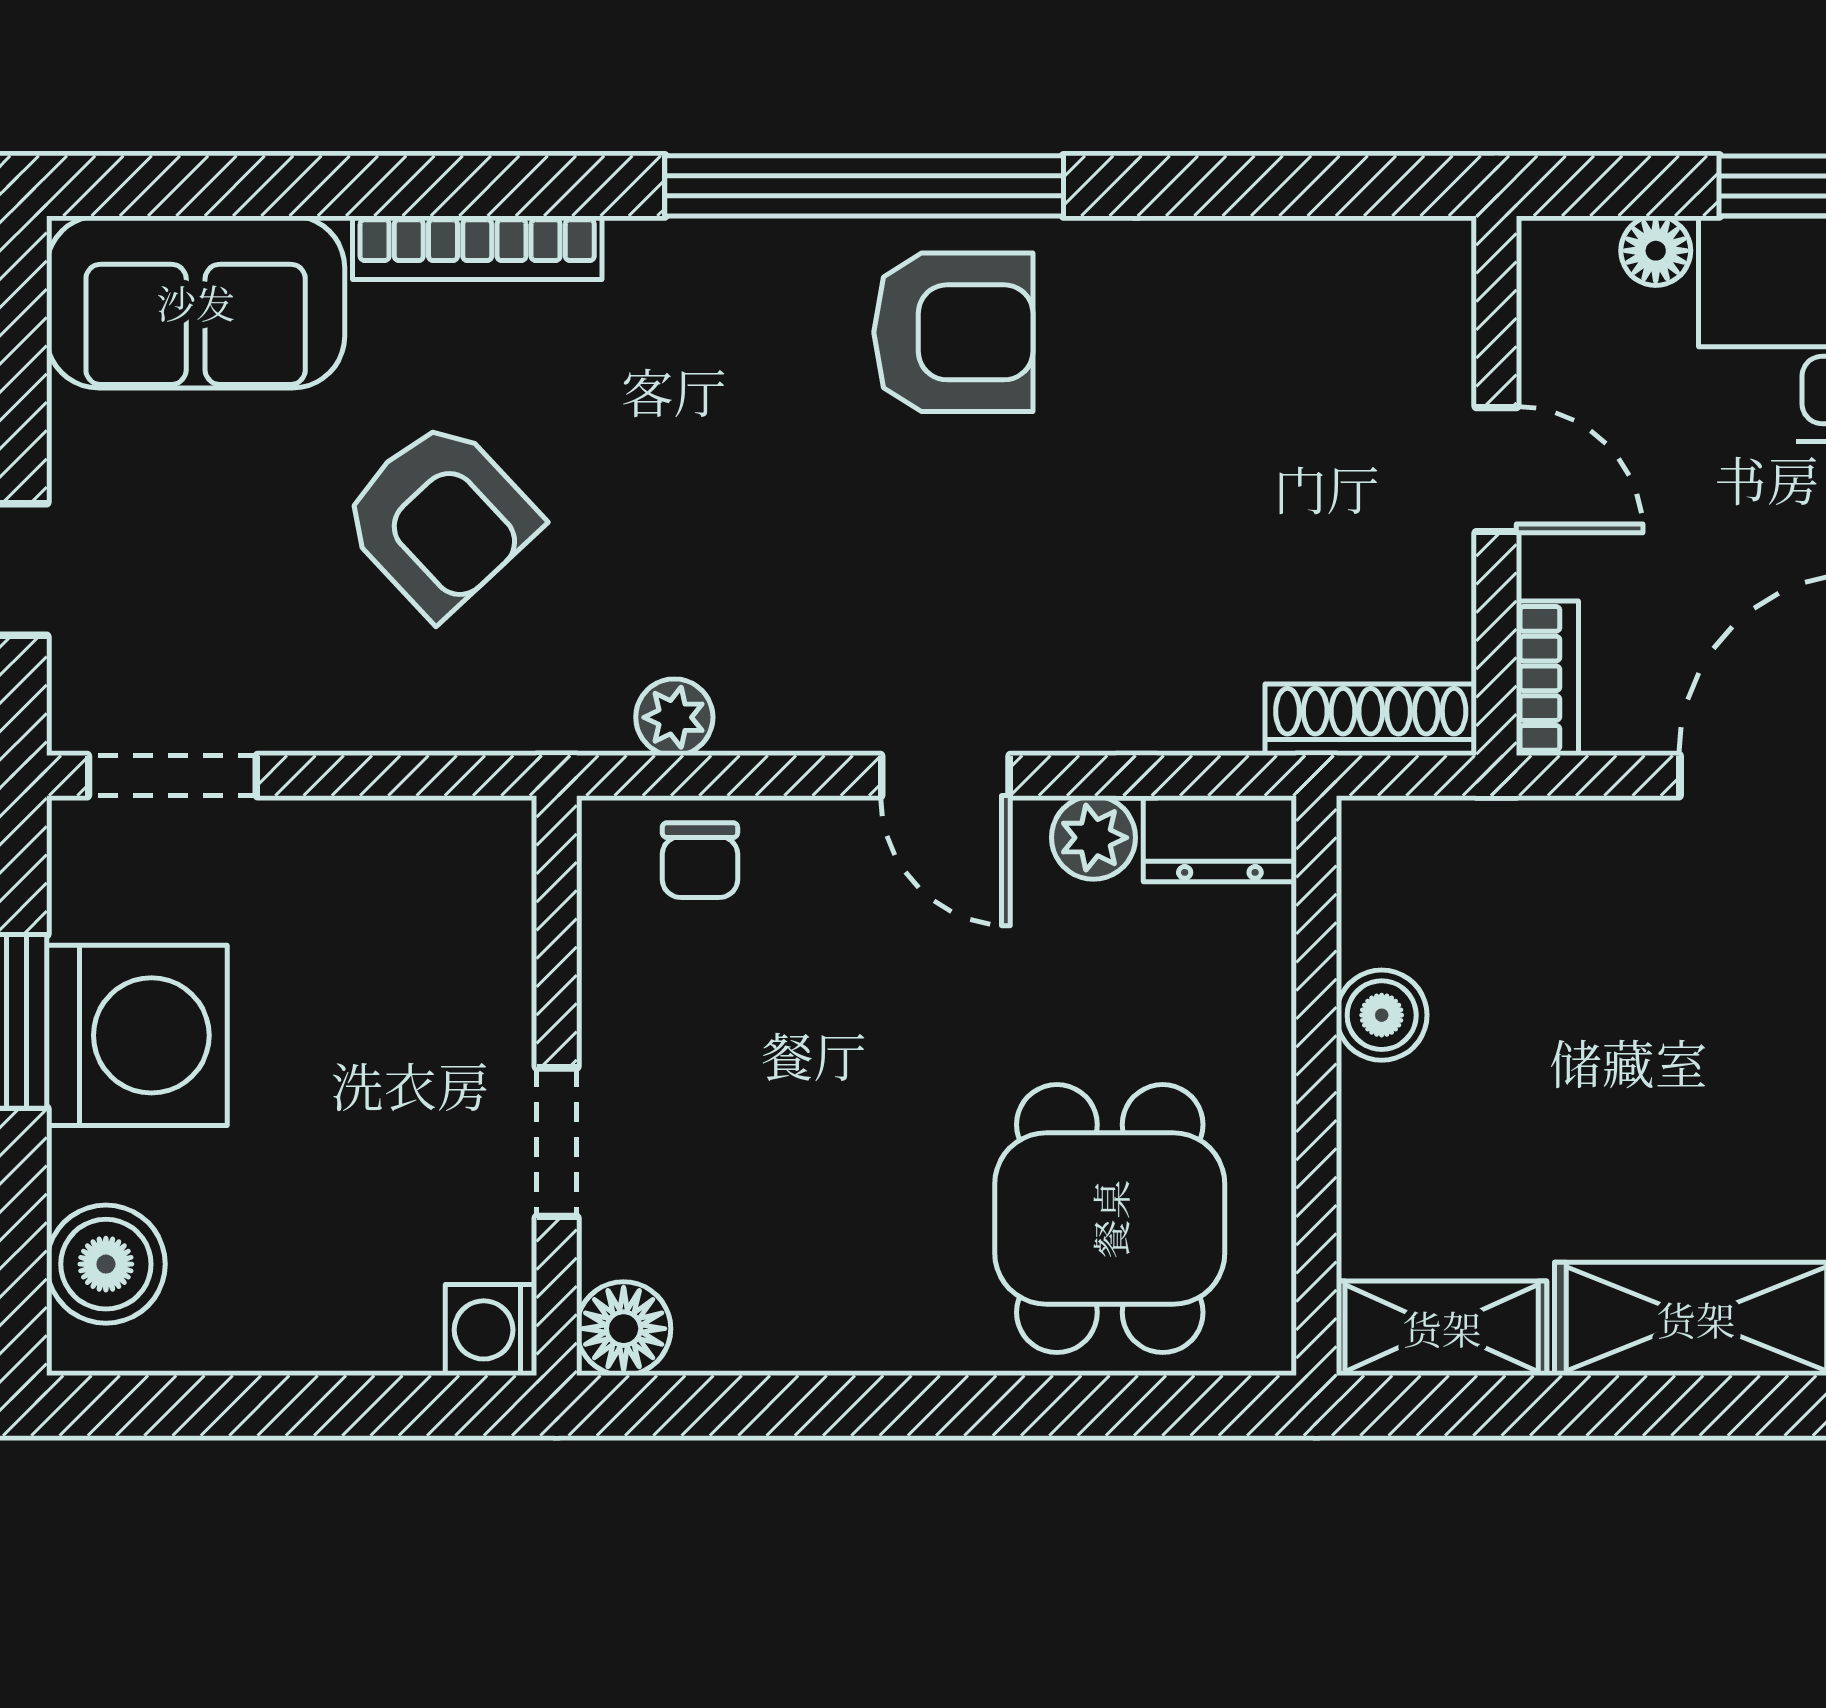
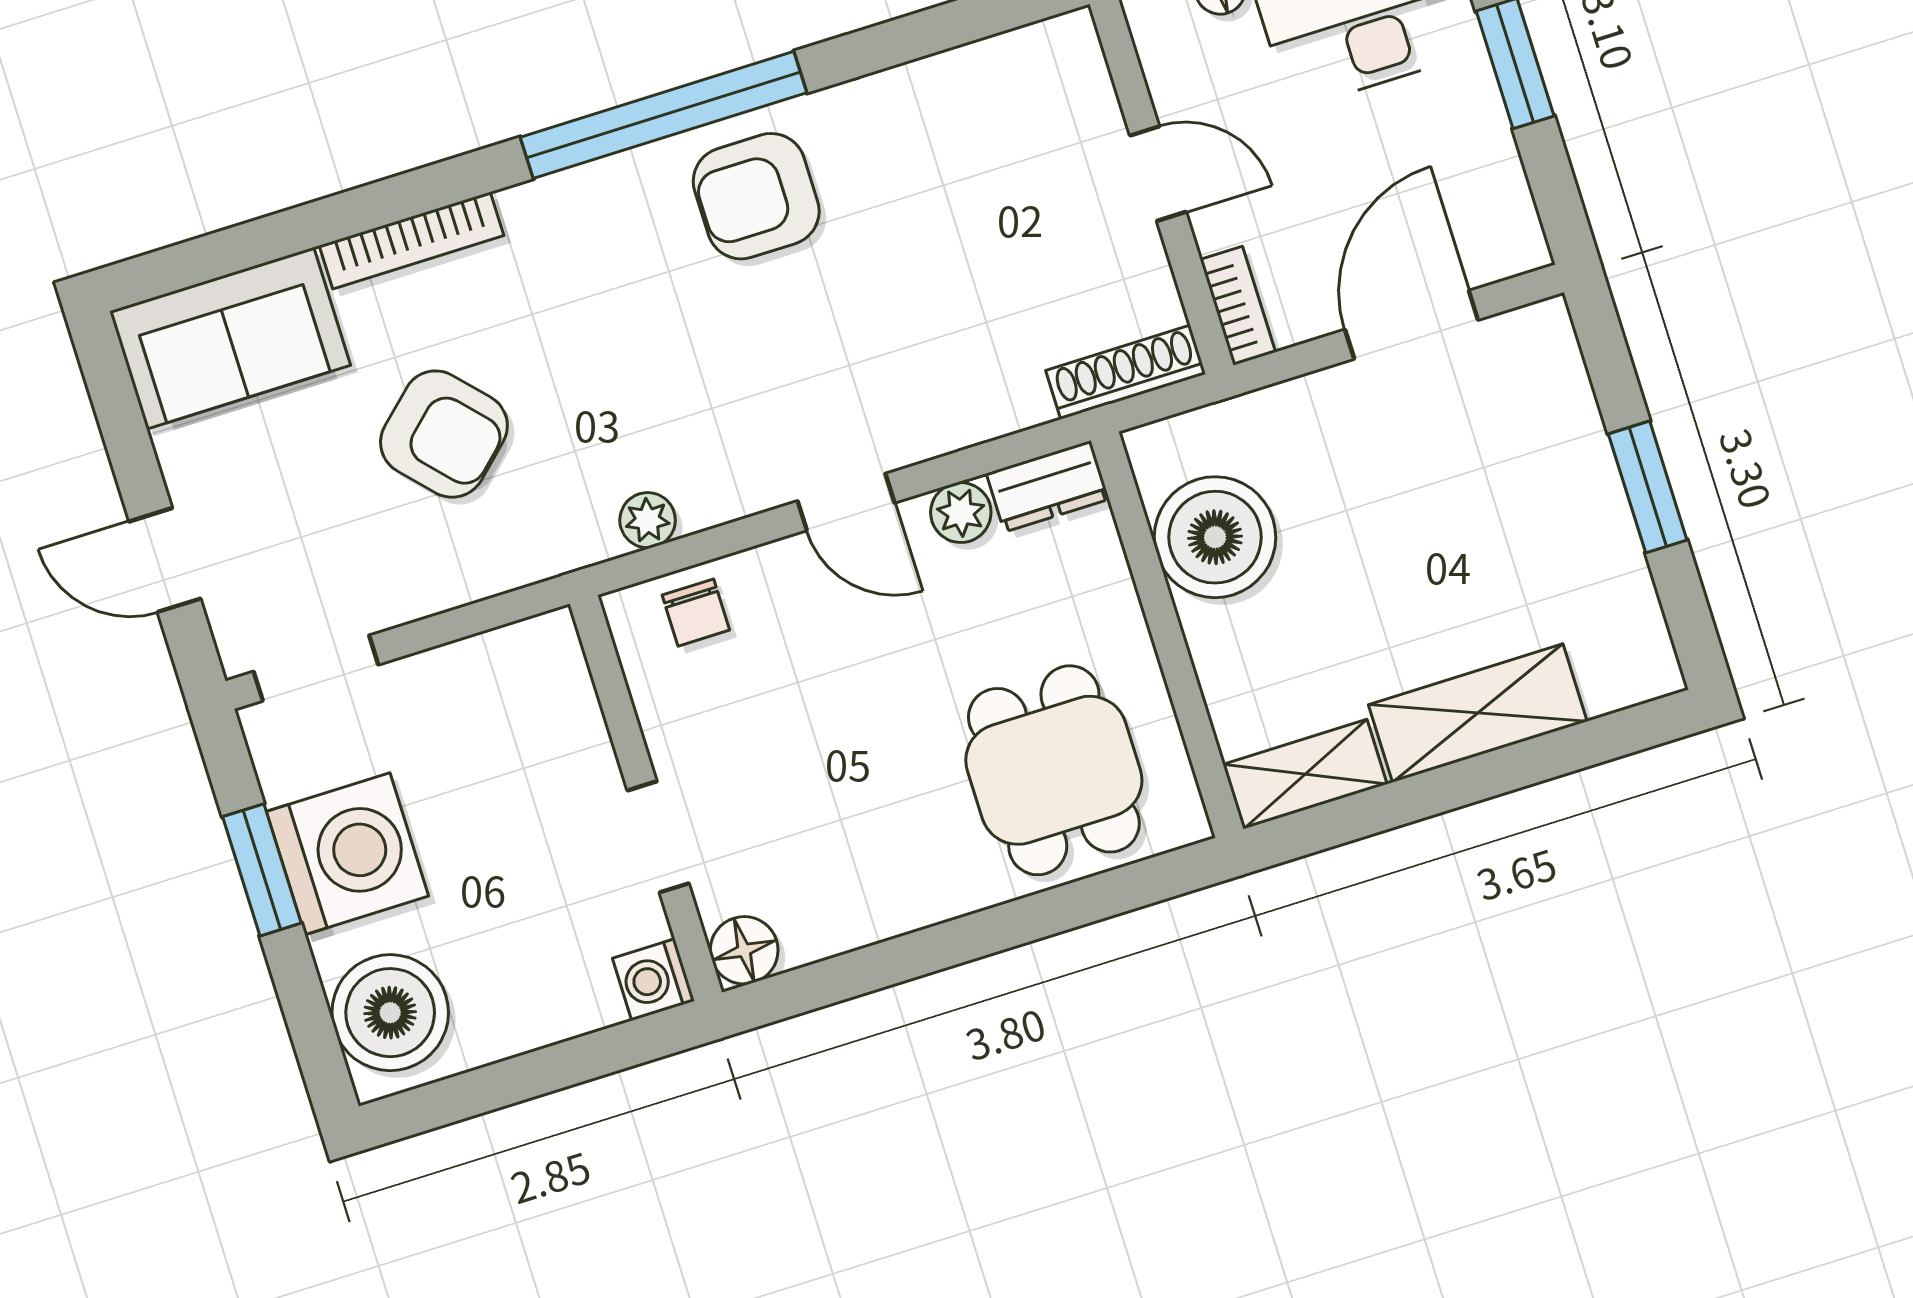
armchair: (953, 332) -> (756, 196), turned 180
boiler: (1382, 1015) -> (1215, 537), width x1.86, depth x1.86
boiler: (106, 1264) -> (390, 1013), width x1.37, depth x1.37

